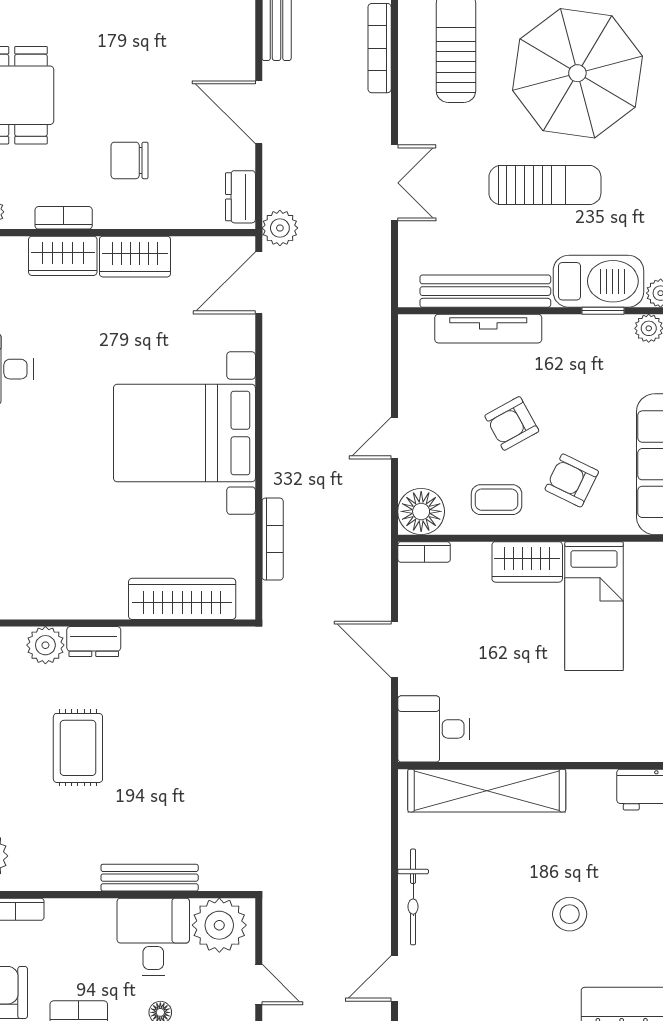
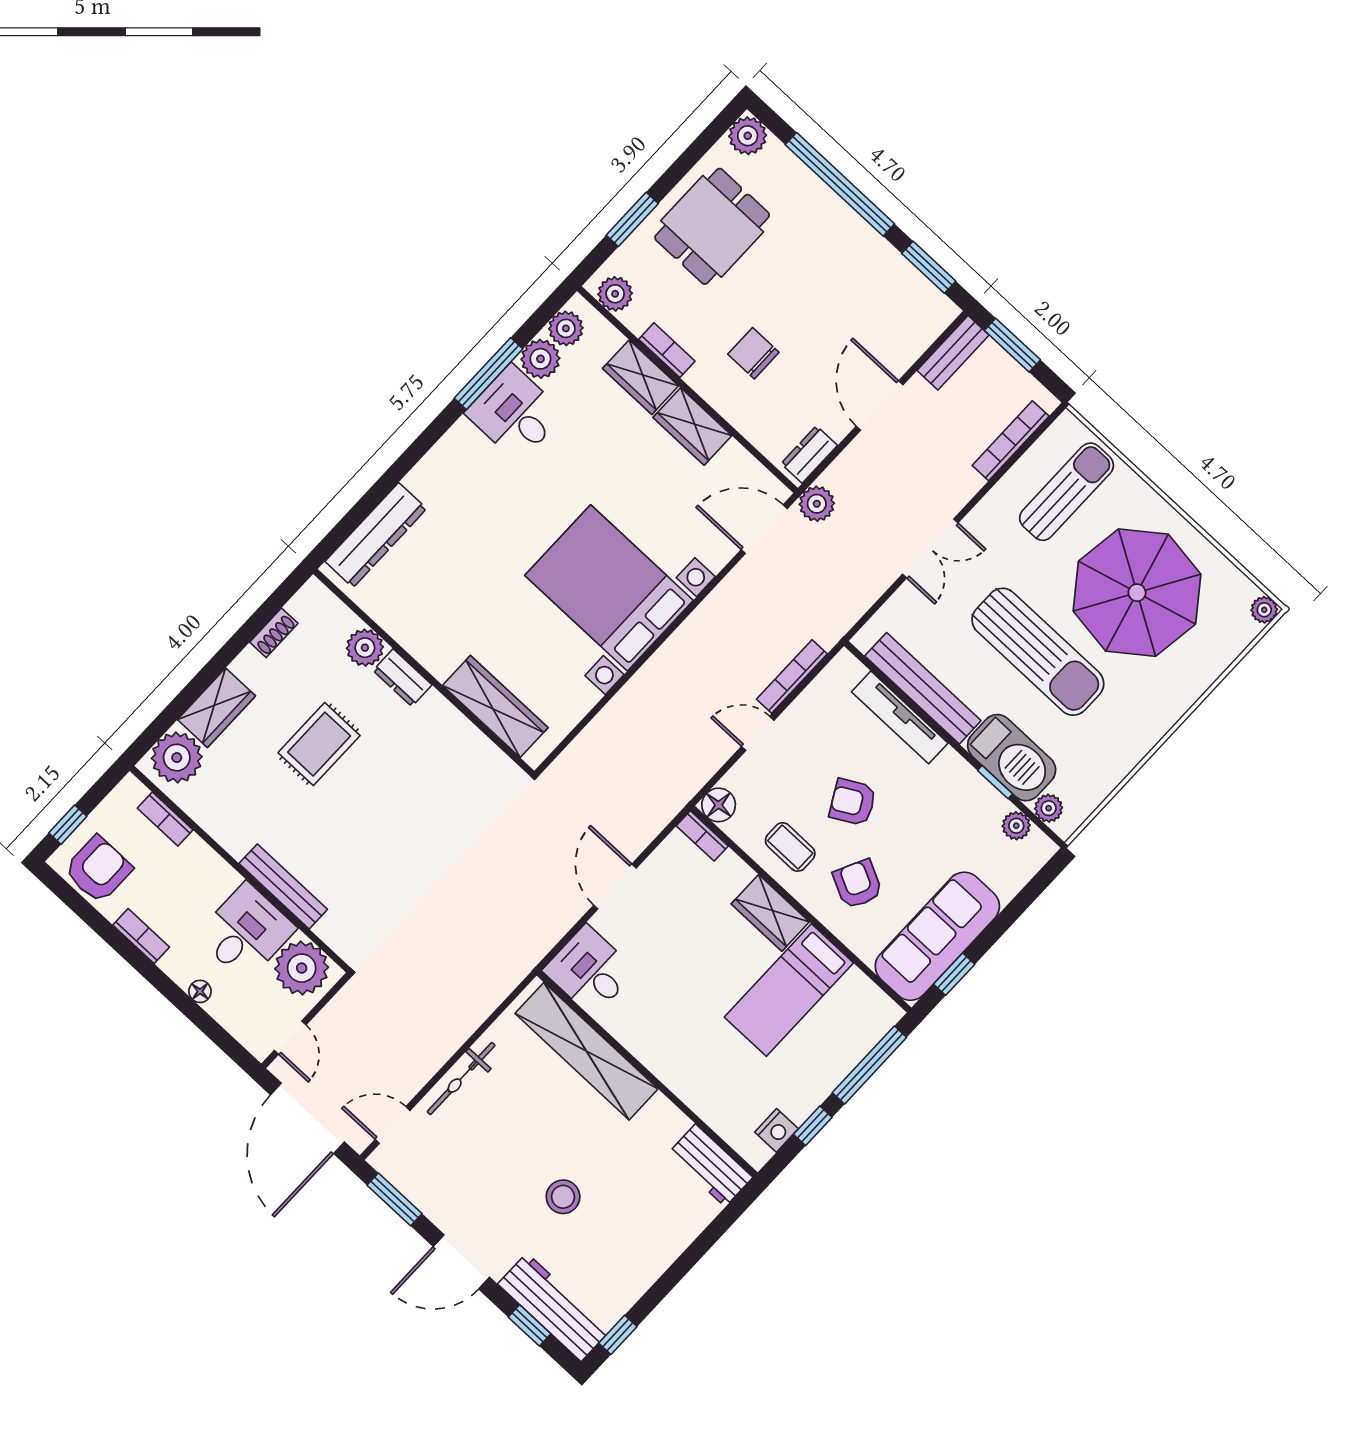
sun lounger: (545, 185) -> (1038, 652), width x1.36, depth x1.34
floor lamp: (421, 511) -> (719, 805), width x0.73, depth x0.73
bookcase: (273, 539) -> (792, 677), moved, turned 180

